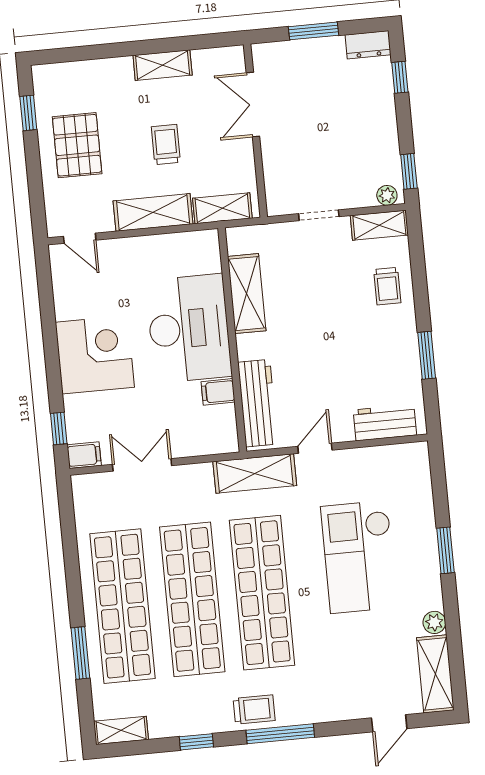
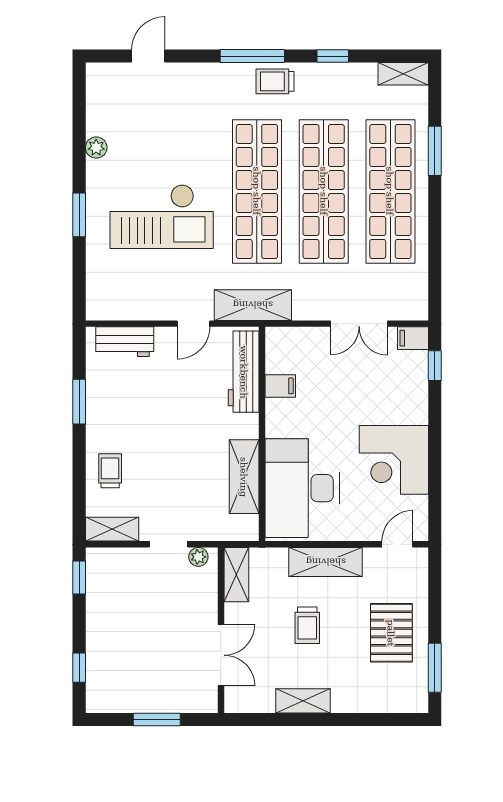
dresser: (368, 45) -> (106, 701), removed
window: (28, 113) -> (435, 668), width x1.50
plant: (387, 195) -> (198, 557), moved
shelving: (222, 208) -> (236, 575), moved, turned 90
door: (80, 238) -> (397, 544), hinge flipped
desk: (189, 328) -> (302, 488), moved
corner desk: (95, 355) -> (394, 460), moved
checkout: (359, 557) -> (162, 217), turned 90
shelving: (435, 674) -> (100, 99), removed

